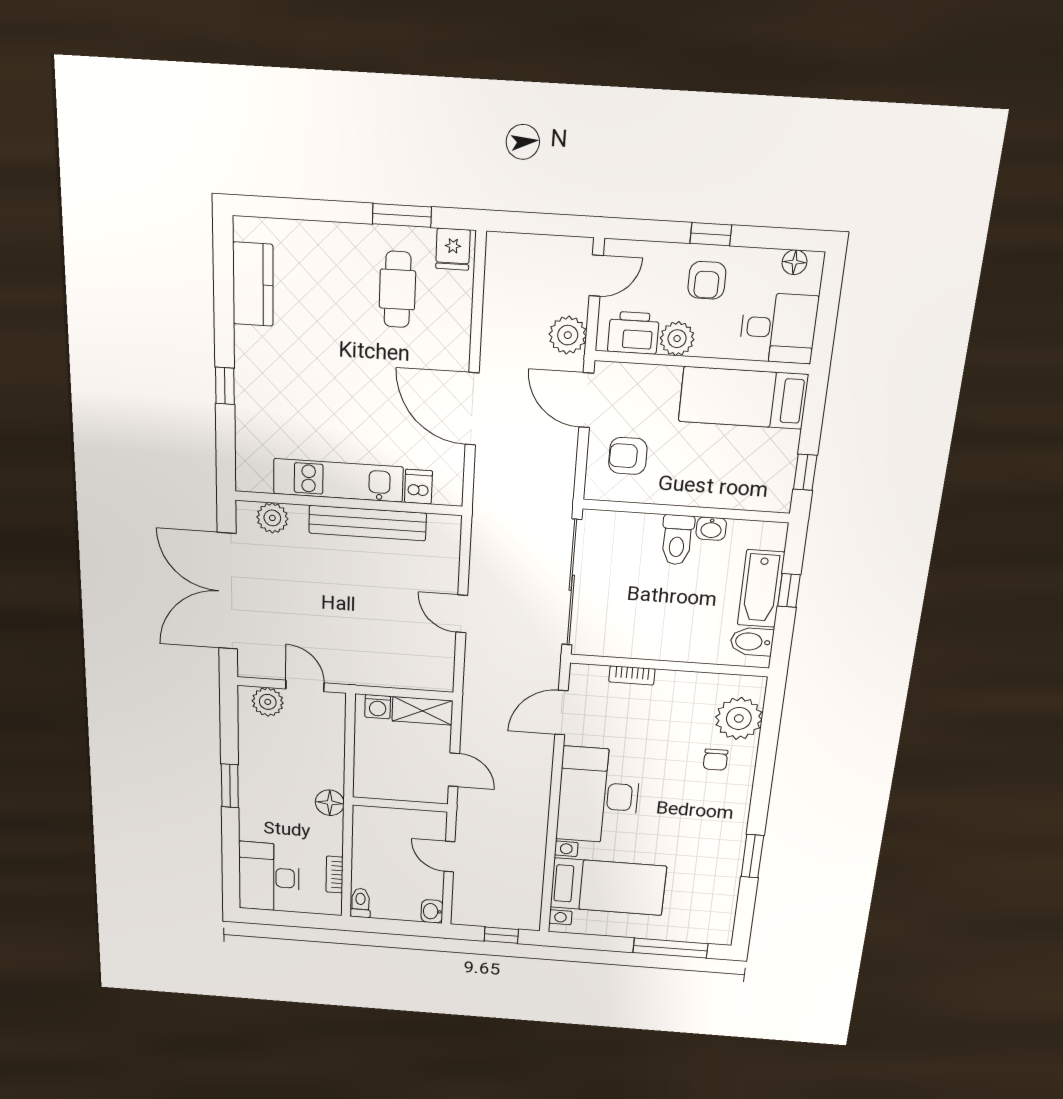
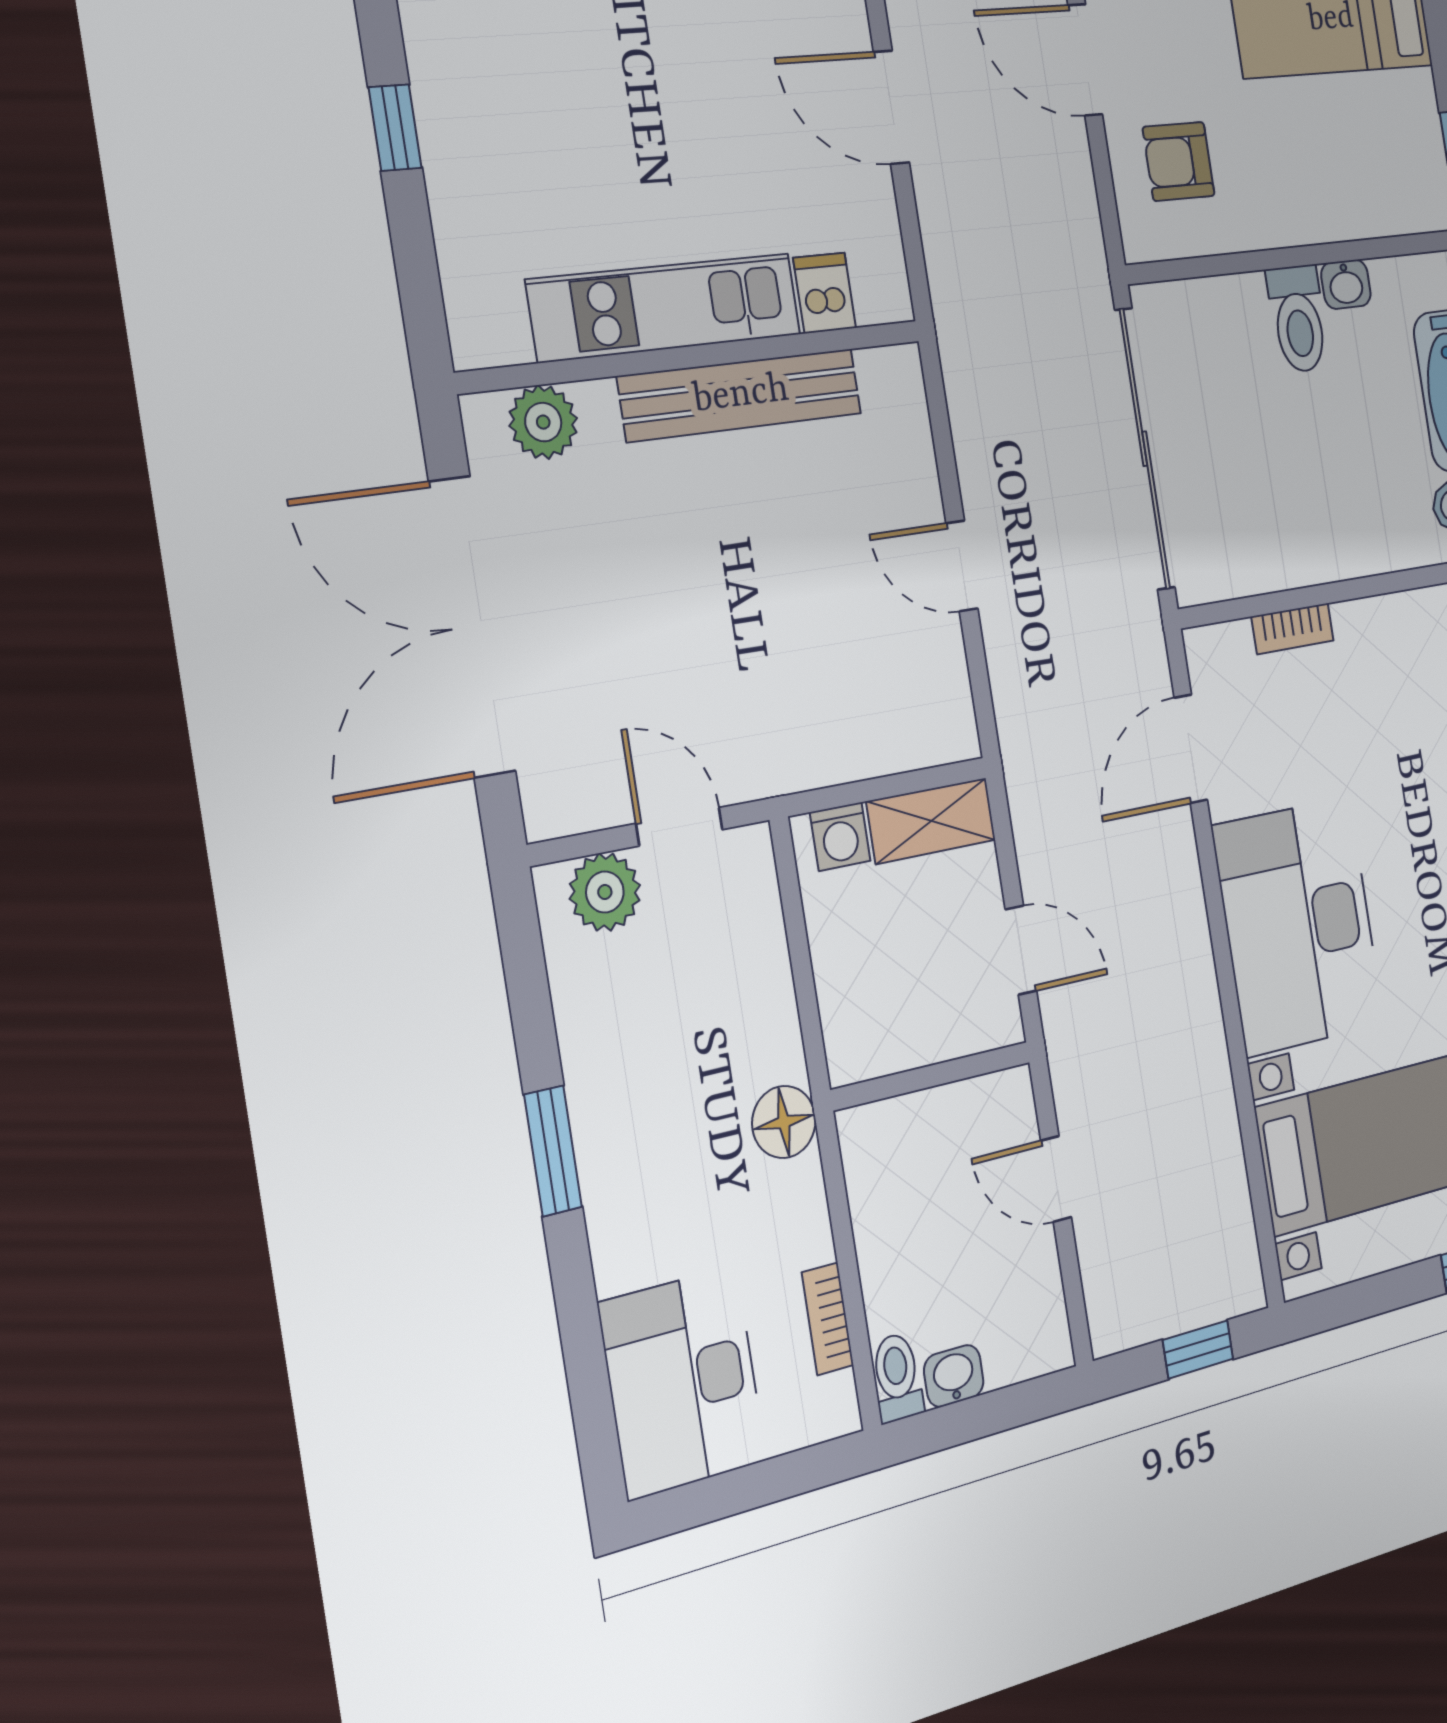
door: (472, 409) -> (891, 107), width x0.73
washbasin: (432, 911) -> (954, 1376), moved, turned 90

